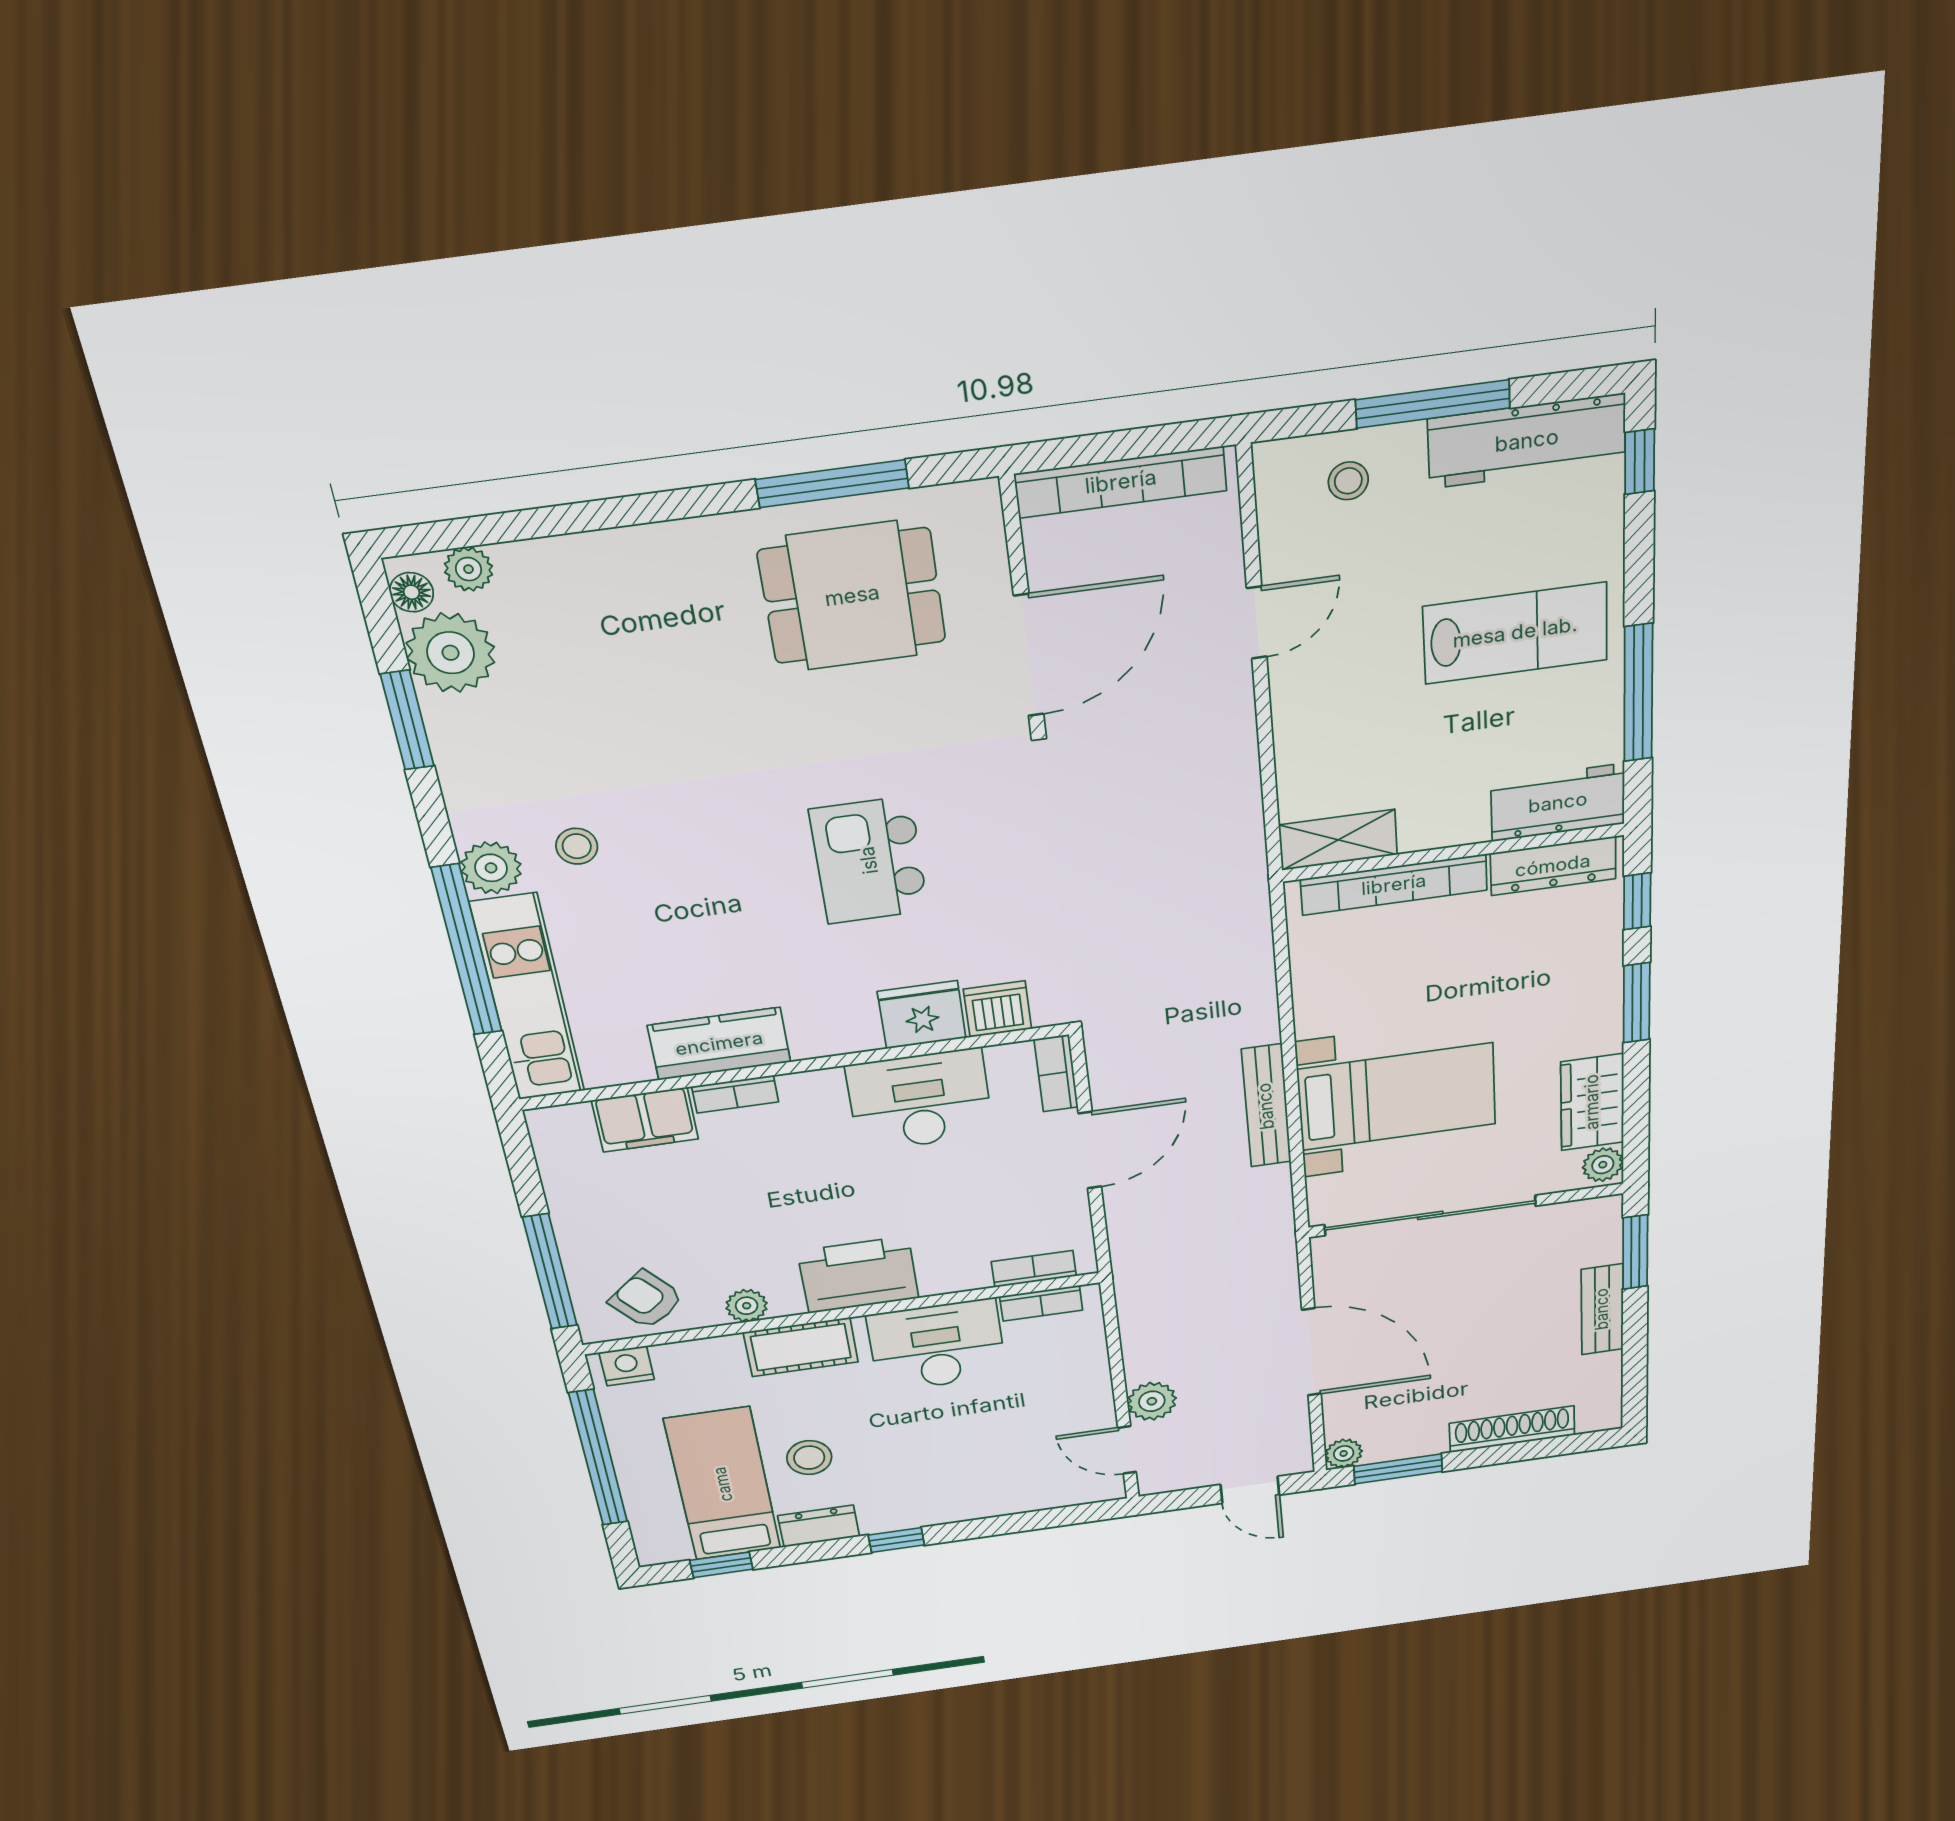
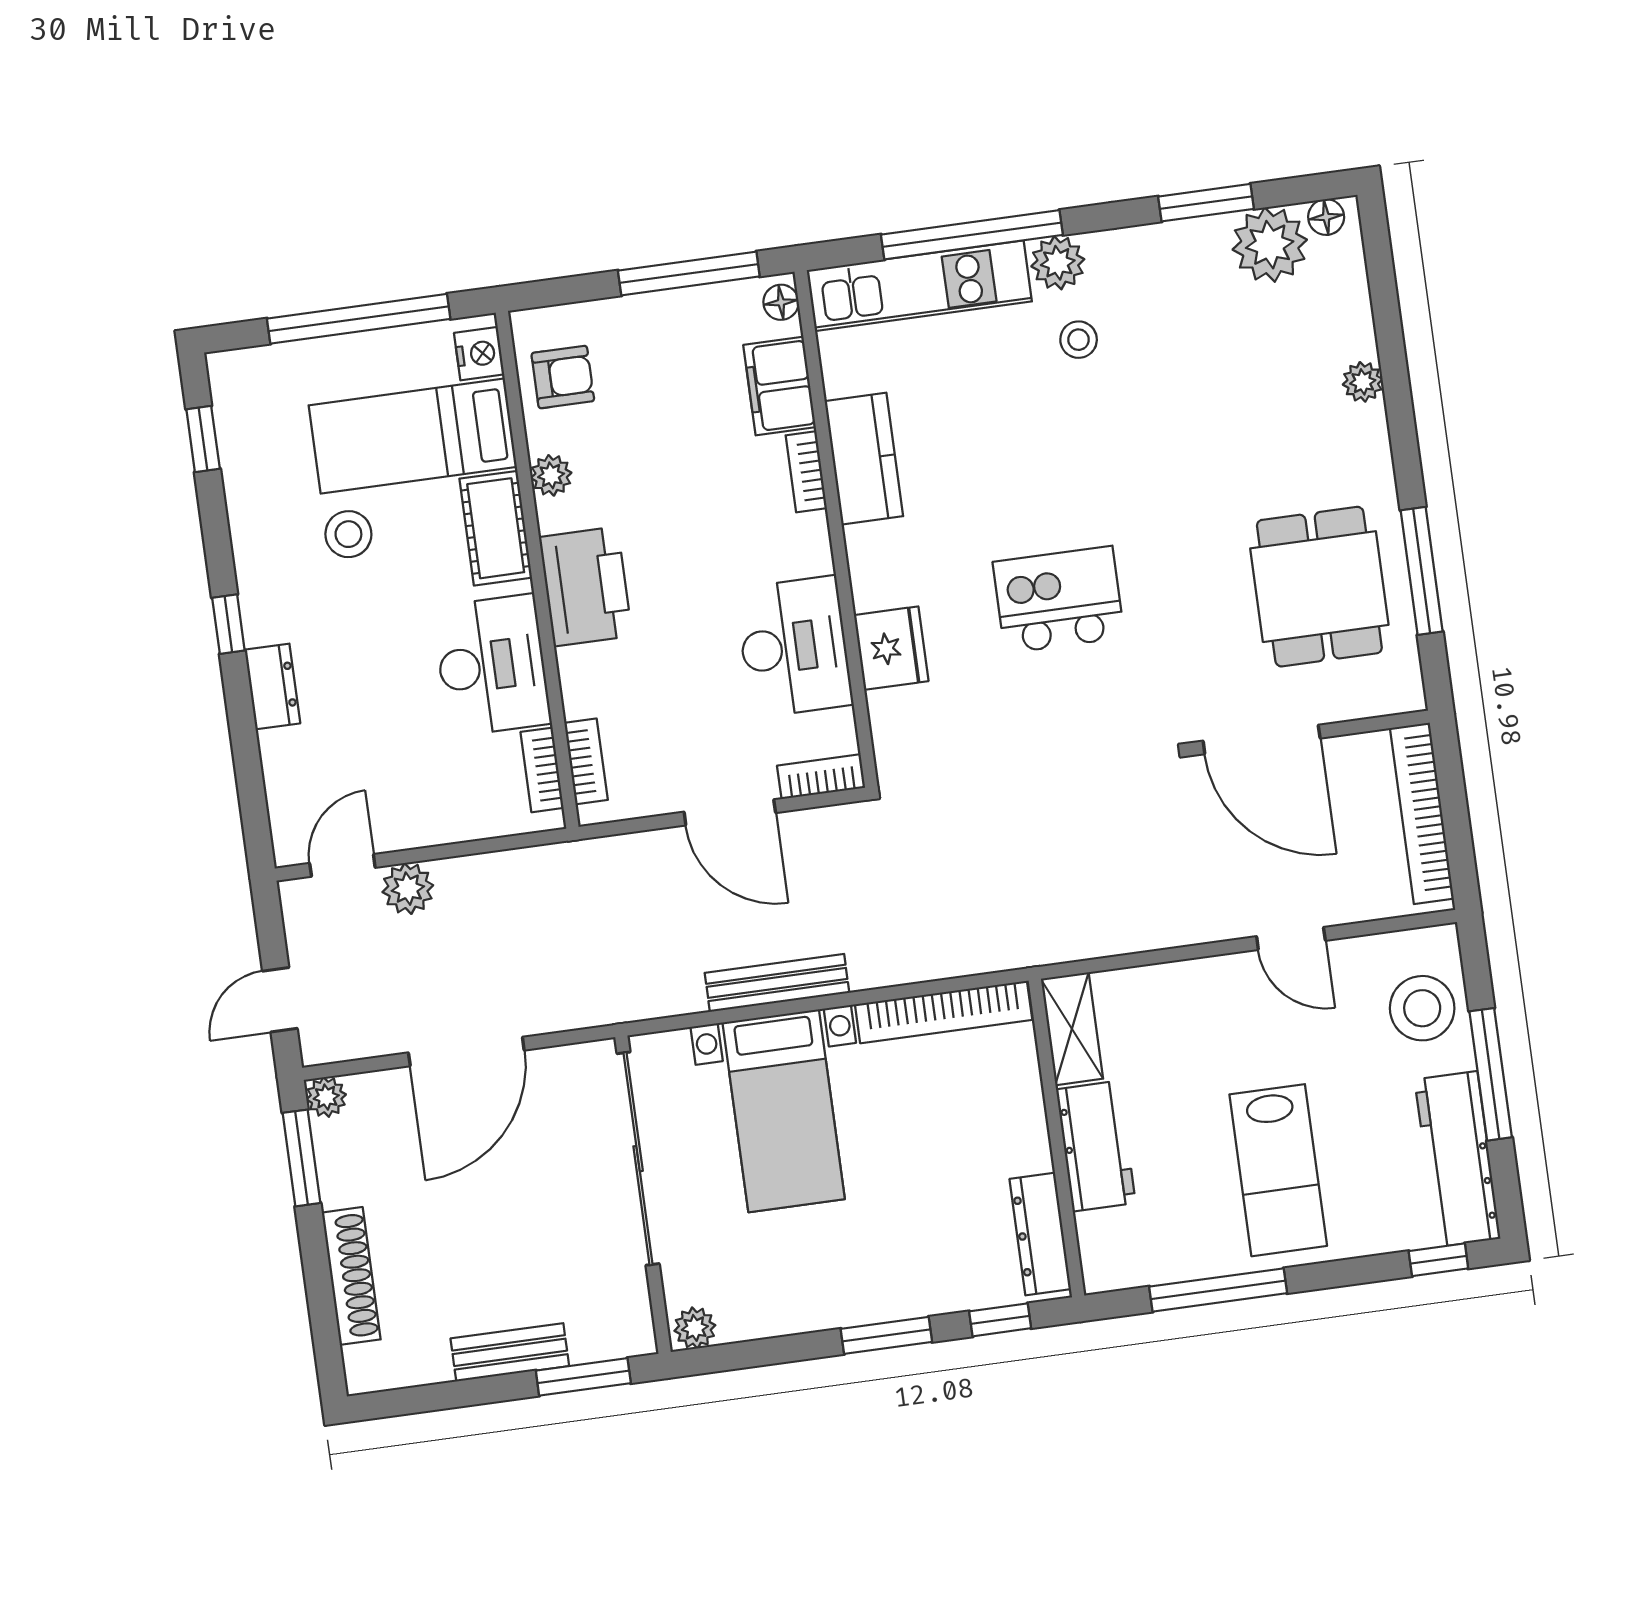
stool: (1348, 481) -> (1422, 1008), width x1.89, depth x1.89
plant: (469, 569) -> (1363, 382), moved
workbench: (1558, 803) -> (1096, 1146), moved
bookcase: (1394, 885) -> (944, 1012), moved, turned -90
dishwasher: (997, 1009) -> (896, 719), removed
wardrobe: (1592, 1102) -> (771, 1307), removed
floor lamp: (556, 1121) -> (781, 302), added
window: (550, 1272) -> (689, 274), moved
armchair: (646, 1300) -> (563, 377), turned 40
bed: (723, 1484) -> (413, 436), moved, turned 180
dresser: (819, 1526) -> (272, 686), moved

